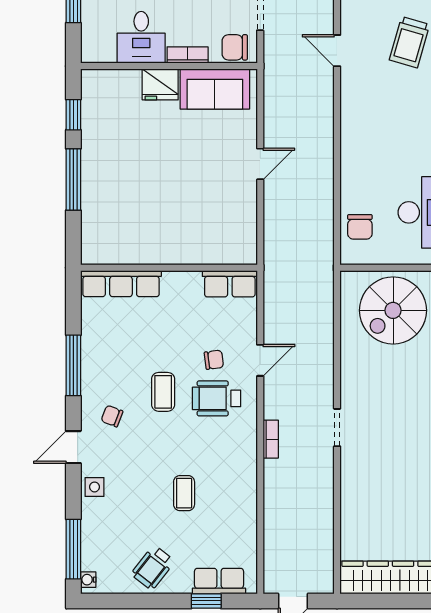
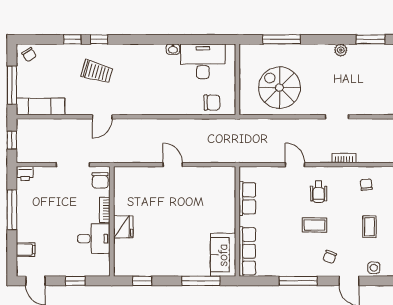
sofa: (215, 89) -> (223, 255), moved, turned 180
window: (73, 179) -> (201, 281), moved
row of seats: (230, 284) -> (247, 198), moved
spiral stairs: (393, 310) -> (279, 88), moved, turned 180
chair: (214, 360) -> (366, 185), moved
wheelchair: (217, 398) -> (319, 192), width x0.73, depth x0.73
coffee table: (184, 493) -> (369, 227), moved, turned 90

